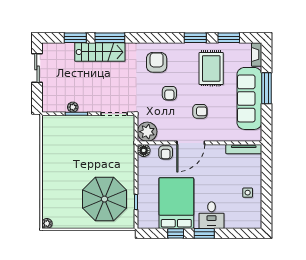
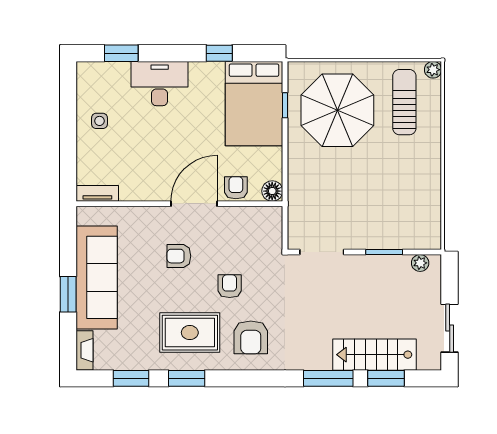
stairs: (100, 52) -> (375, 355), moved
rug: (211, 68) -> (190, 333), moved, turned 90
window: (267, 88) -> (68, 294), width x0.69
plant: (73, 107) -> (420, 263), moved
plant: (147, 132) -> (266, 222), removed
tv unit: (244, 149) -> (97, 193), width x0.71
bed: (176, 203) -> (254, 104), moved
sun lounger: (64, 204) -> (404, 102), added
desk: (212, 215) -> (160, 84), width x1.37
window: (204, 233) -> (121, 53), moved

